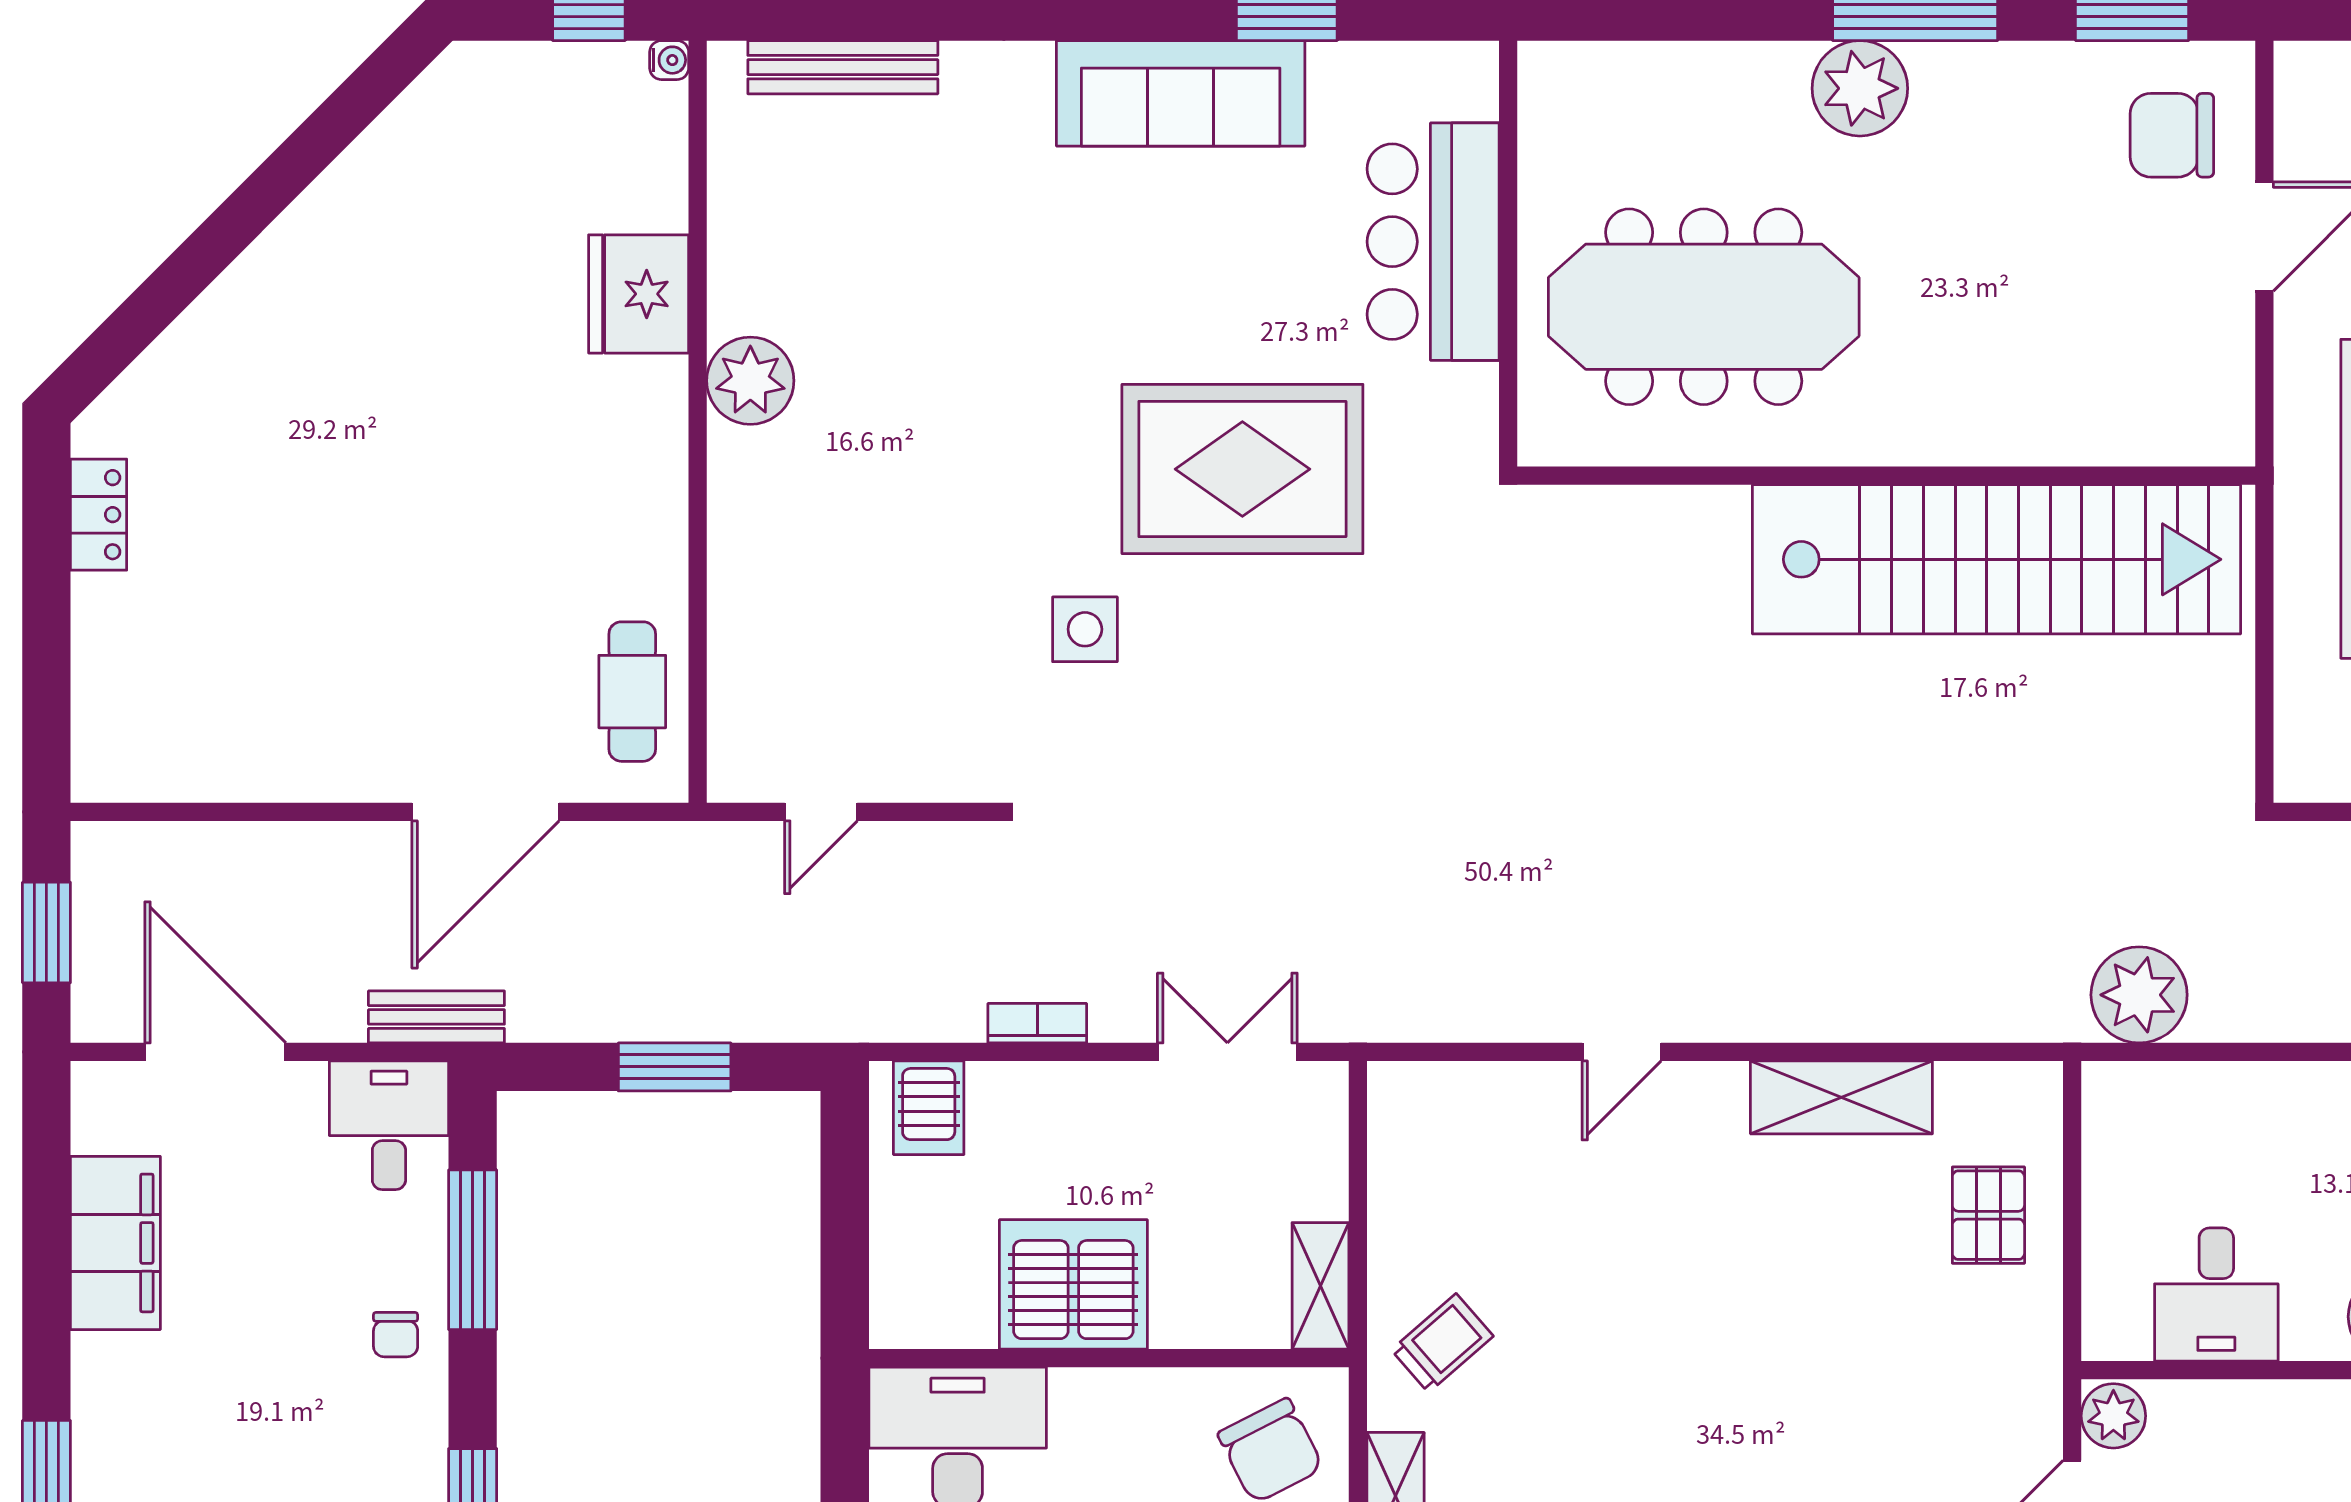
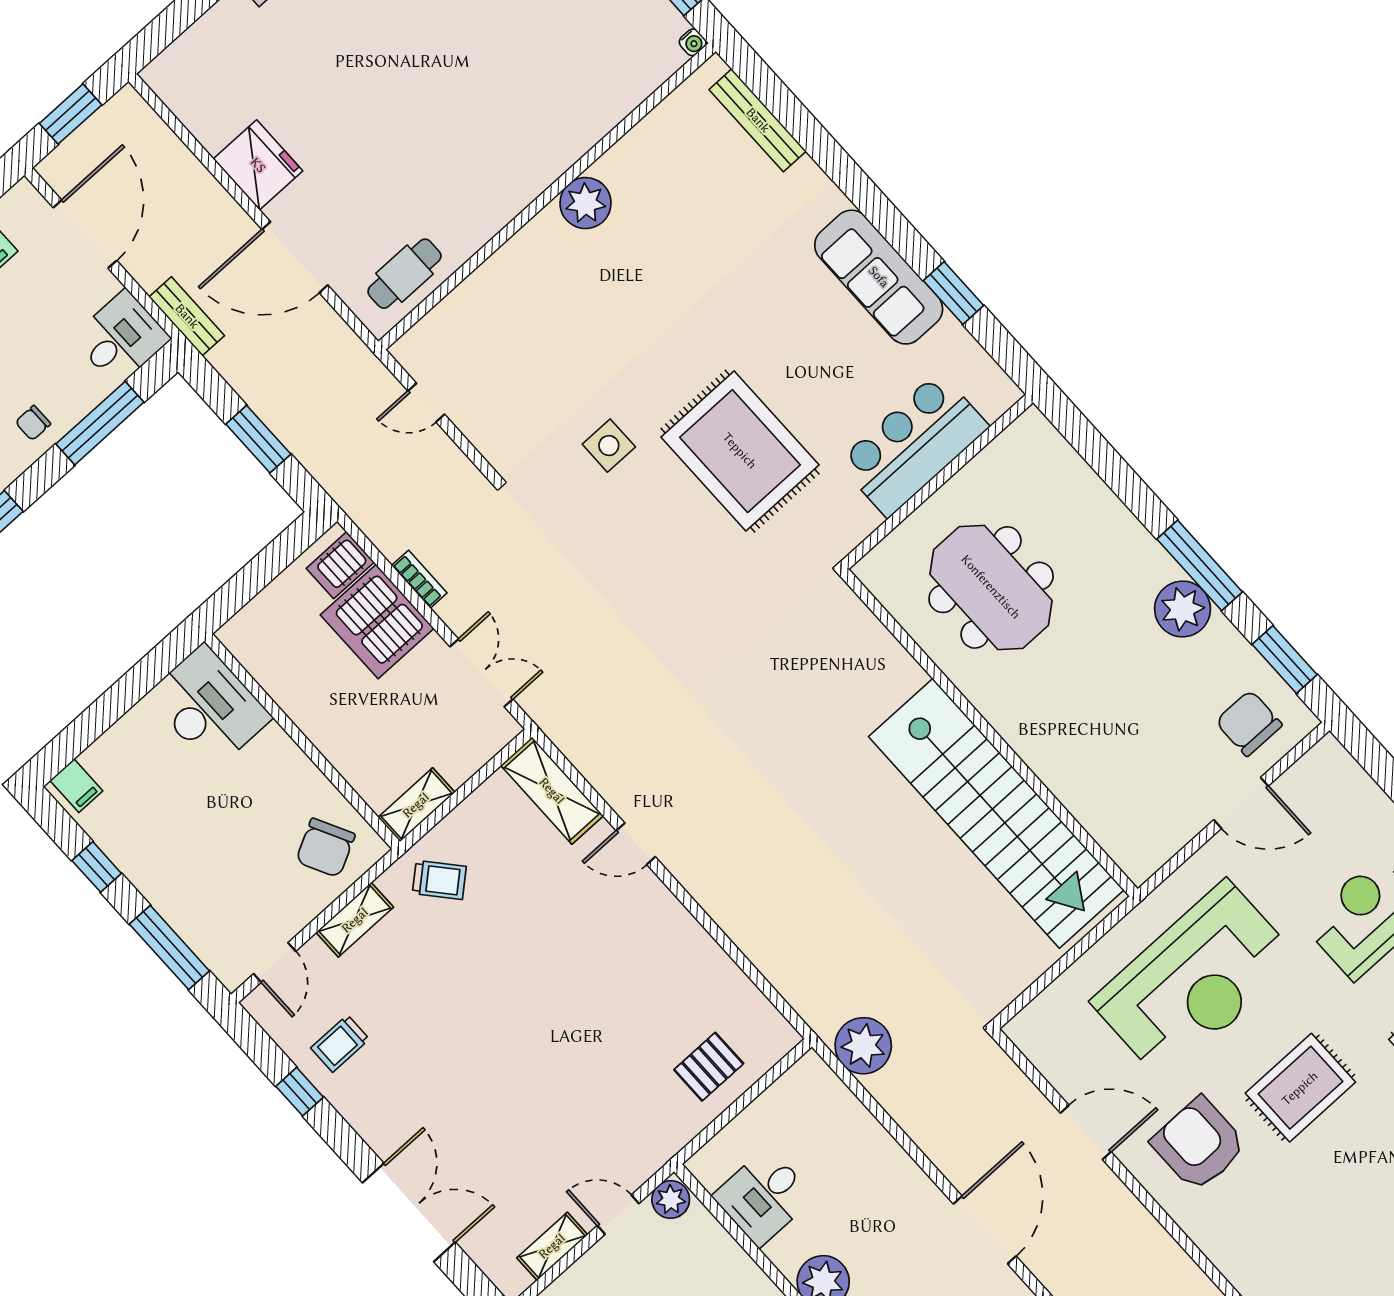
plant: (1860, 88) -> (1183, 609), moved
fridge: (639, 294) -> (258, 165), moved, turned 90
meeting table: (1704, 307) -> (991, 587), width x0.73
shelving: (1841, 1097) -> (552, 791), moved
server rack: (1073, 1284) -> (377, 622), moved, turned 180

